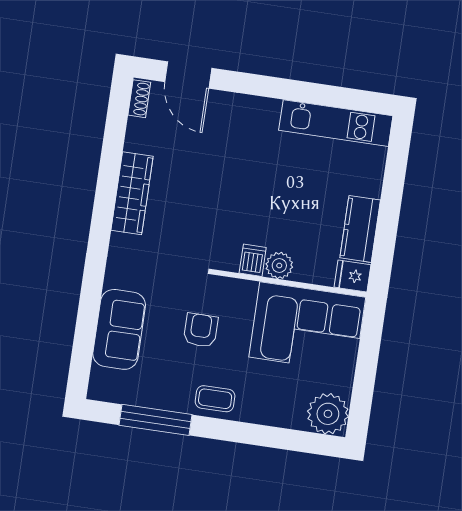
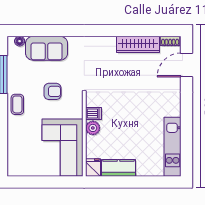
wardrobe: (132, 193) -> (138, 44), moved
floor lamp: (99, 377) -> (20, 41), added
plant: (328, 414) -> (18, 165), removed

